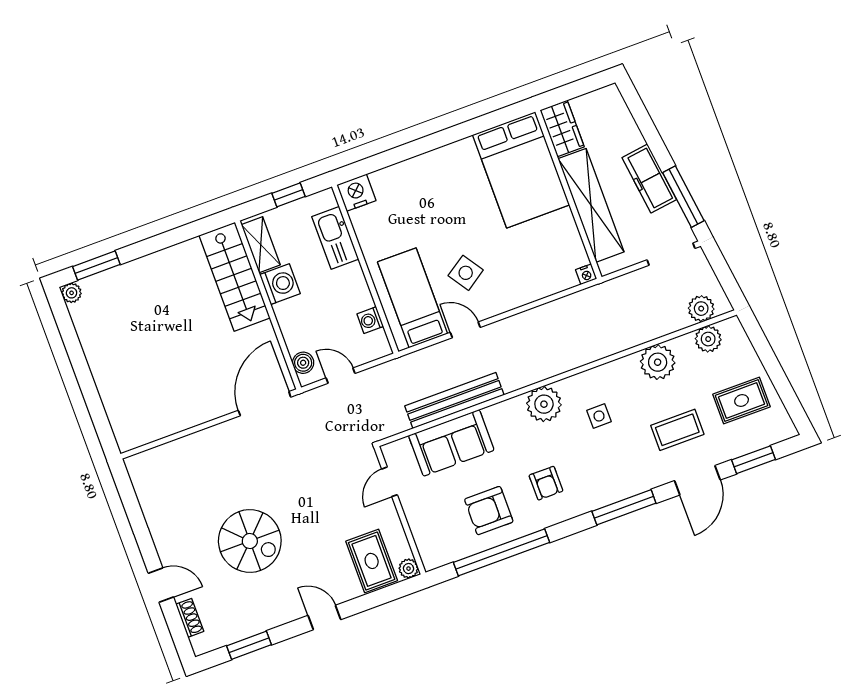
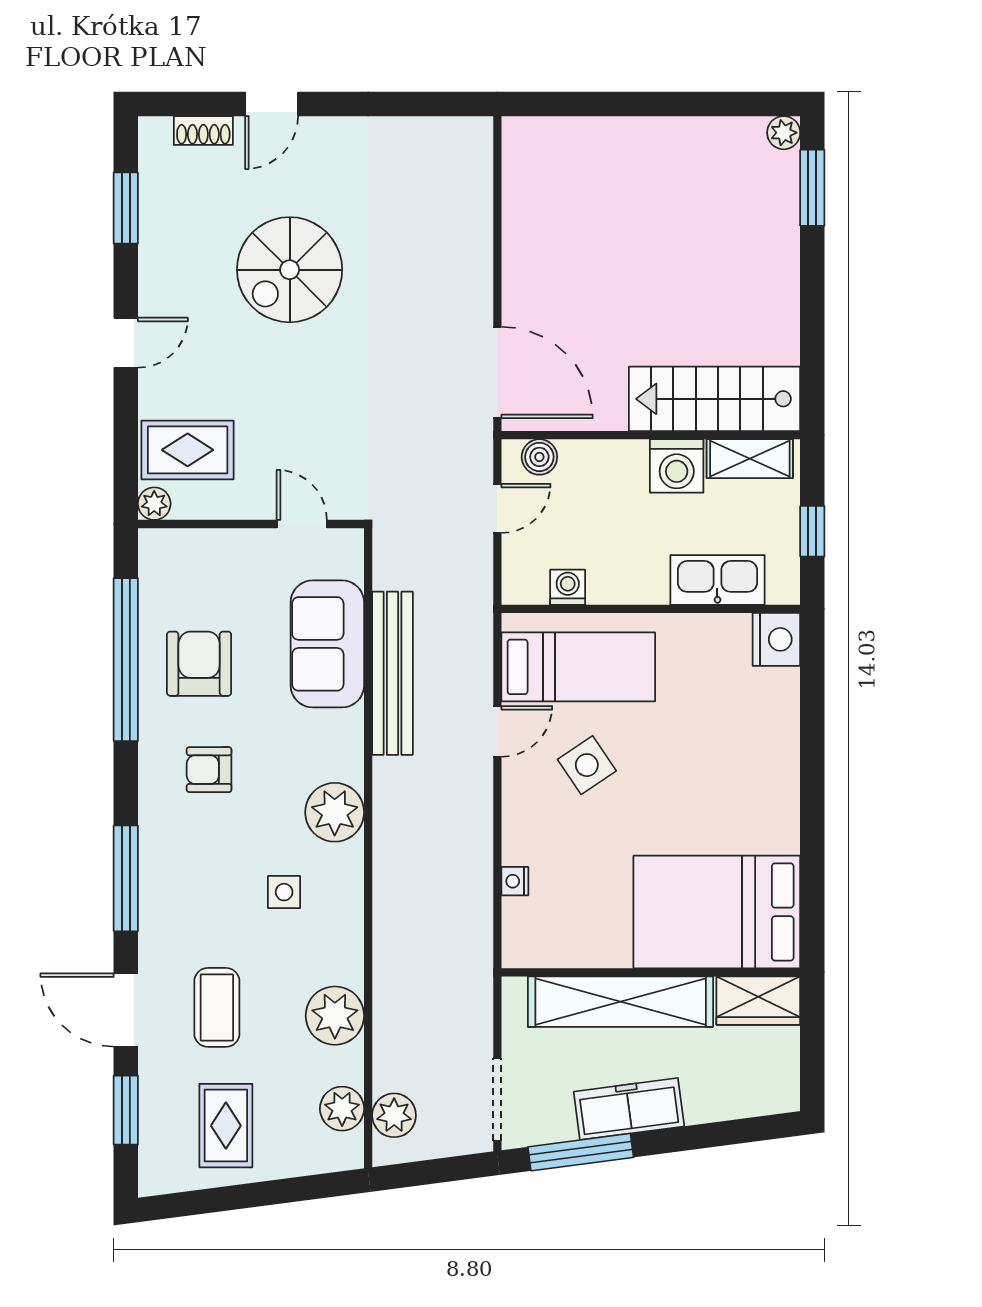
nightstand: (586, 274) -> (515, 881), moved

